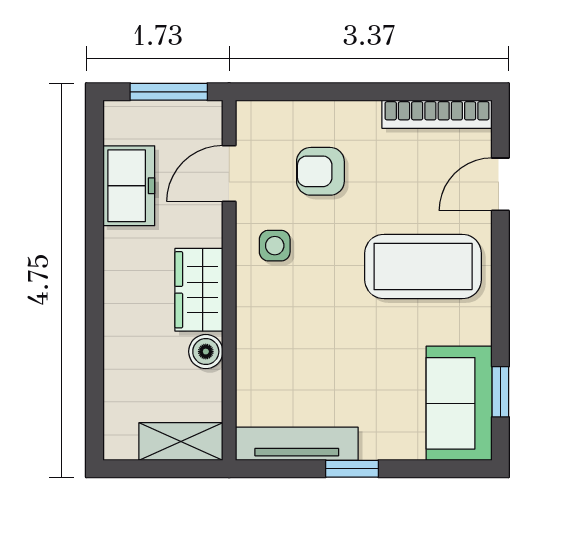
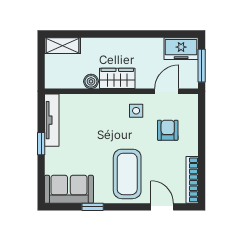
door: (229, 174) -> (167, 91), hinge flipped
freezer: (129, 186) -> (181, 49), moved
window: (500, 392) -> (93, 207), moved
shelving: (181, 442) -> (62, 46), moved, turned 90

